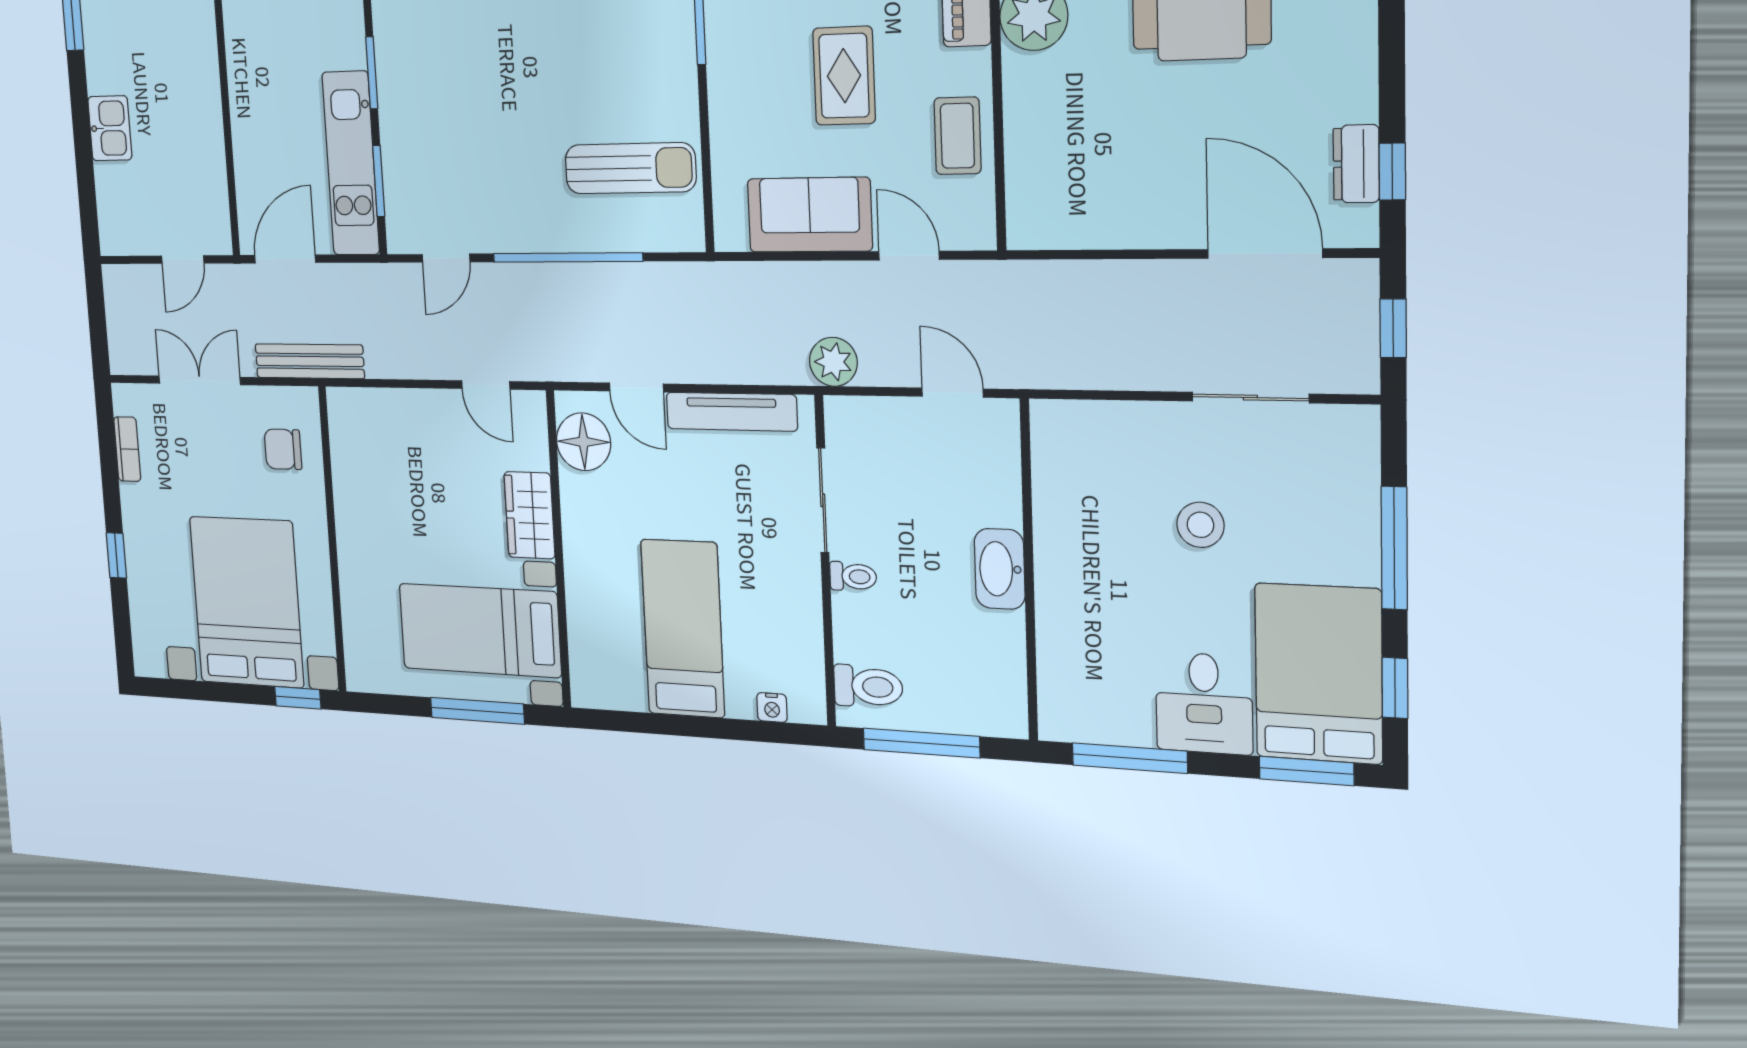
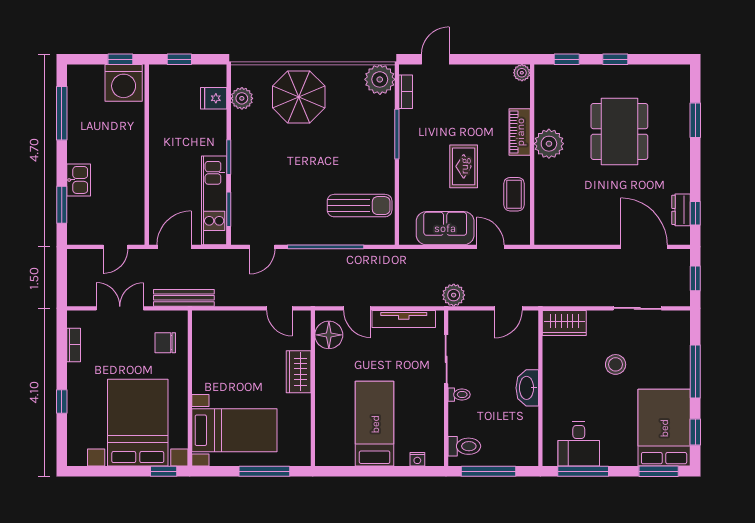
window: (86, 178) -> (62, 205), added
door: (953, 393) -> (508, 308), swing flipped
wardrobe: (1079, 428) -> (564, 323), added
bed with nightstands: (480, 630) -> (234, 430), moved, turned 180
desk: (1204, 703) -> (579, 444), moved

